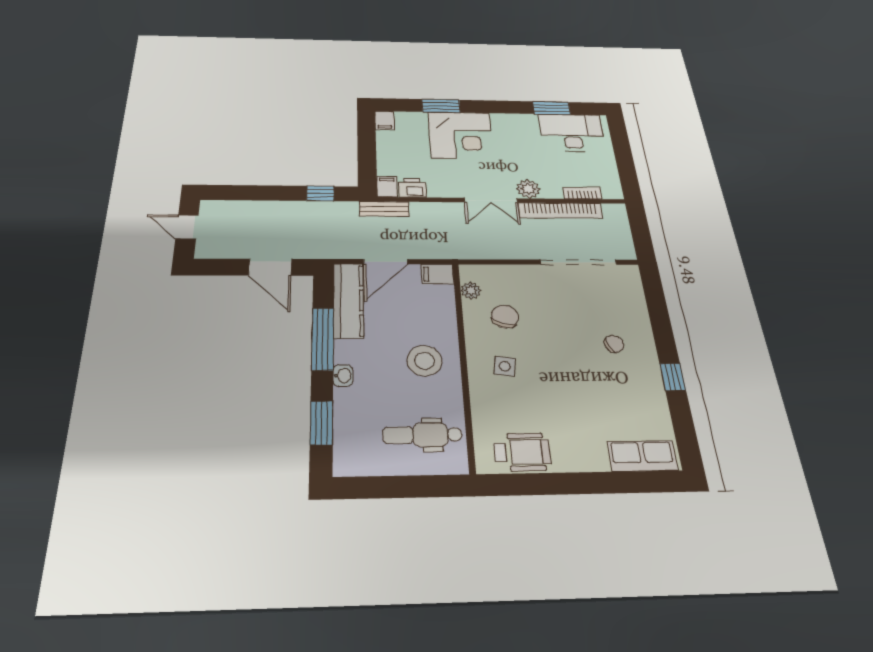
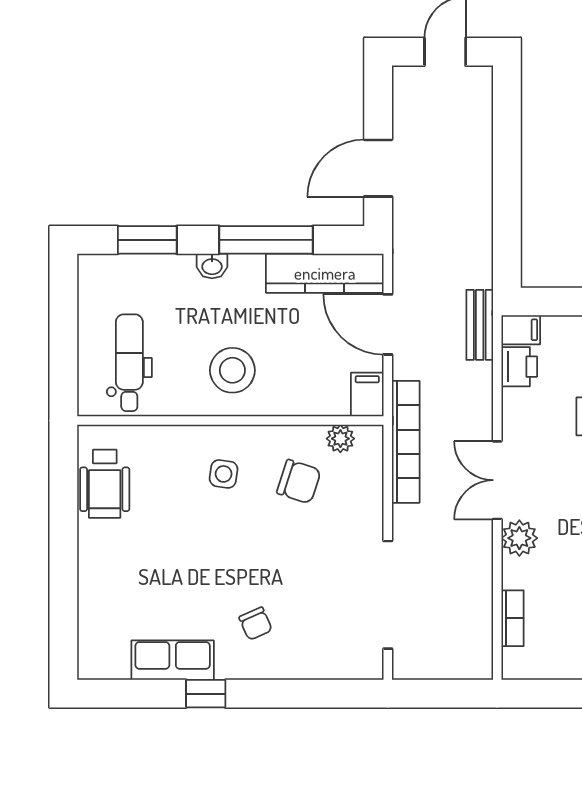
window: (320, 193) -> (507, 234), removed
bookcase: (560, 211) -> (406, 442), moved, turned 180
row of seats: (642, 456) -> (173, 660), moved, turned -90

